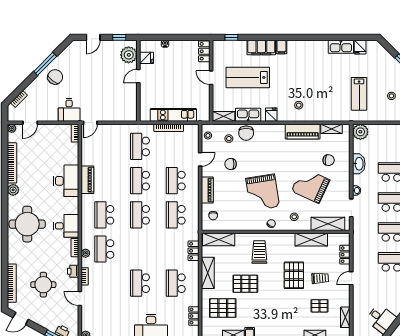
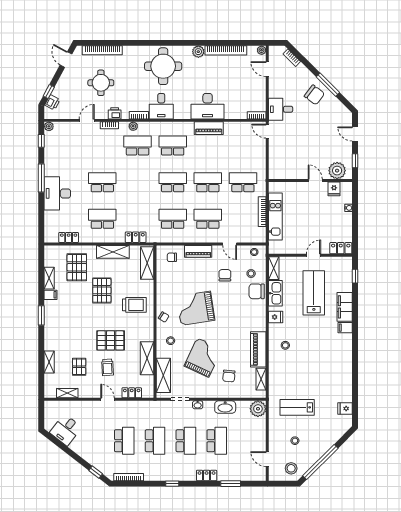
kitchen sink: (341, 47) -> (345, 389), removed

